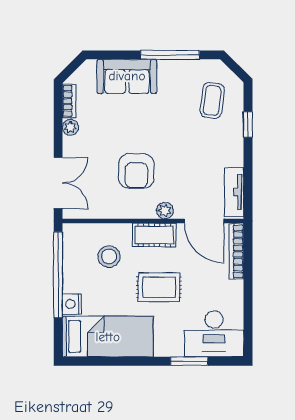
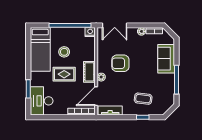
coffee table: (212, 100) -> (143, 99), moved
stool: (109, 257) -> (64, 52), moved
rug: (159, 287) -> (64, 74), turned 90
nightstand: (72, 304) -> (90, 32), moved

